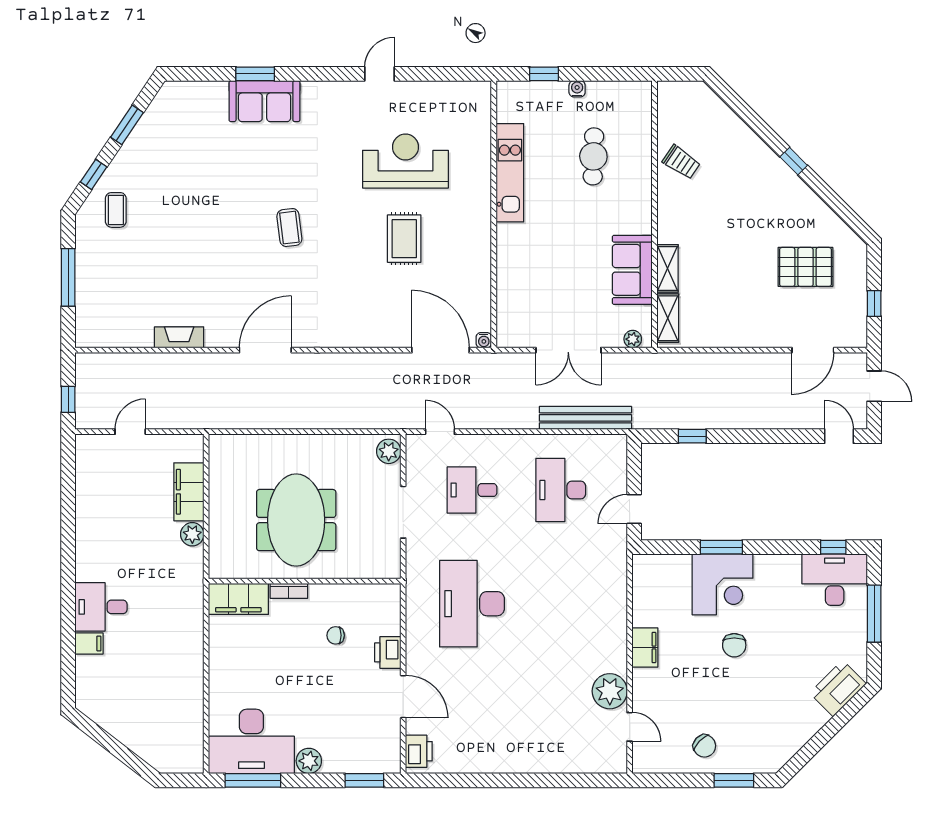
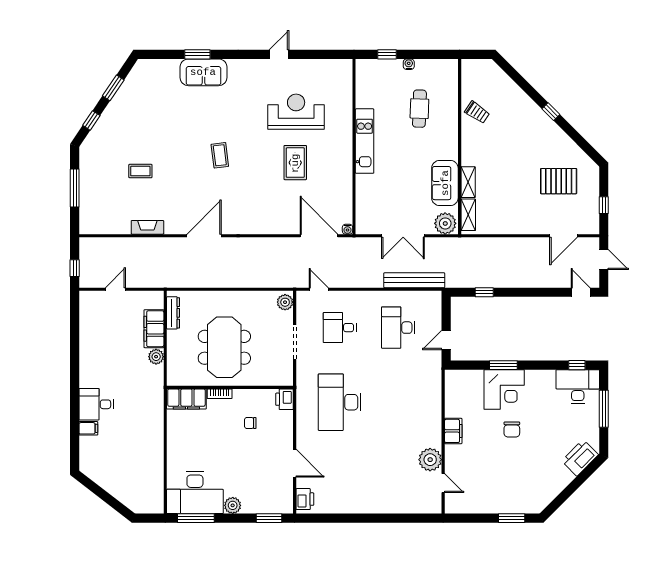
kitchen unit: (510, 173) -> (365, 141), moved
coffee table: (116, 210) -> (140, 171), moved, turned 90
plant: (633, 339) -> (445, 223), width x1.87, depth x1.87
dresser: (218, 468) -> (173, 313), added
printer: (388, 652) -> (284, 399), moved
chair: (704, 746) -> (492, 496), removed

